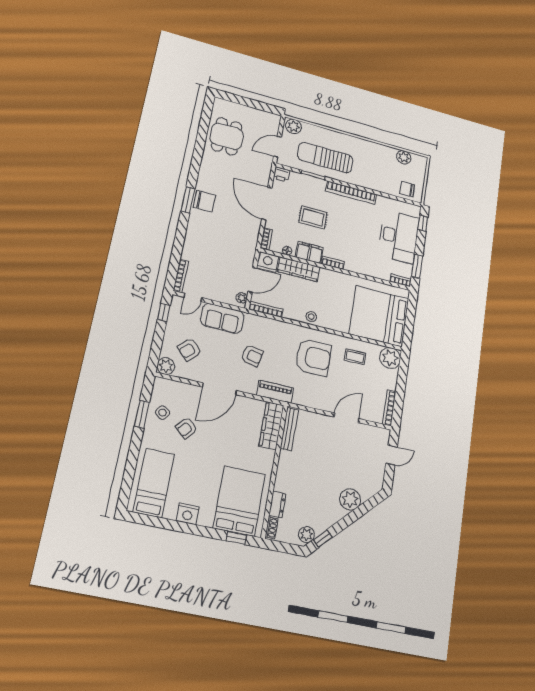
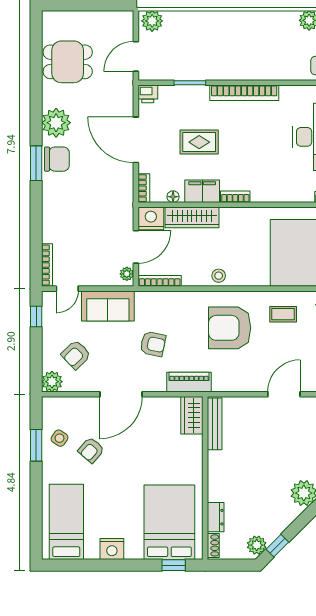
dining table: (227, 136) -> (68, 62), turned 90
sun lounger: (325, 158) -> (202, 53), removed
plant: (209, 176) -> (56, 123), added
armchair: (313, 357) -> (230, 328), turned 180
wardrobe: (271, 426) -> (192, 415), width x0.67

